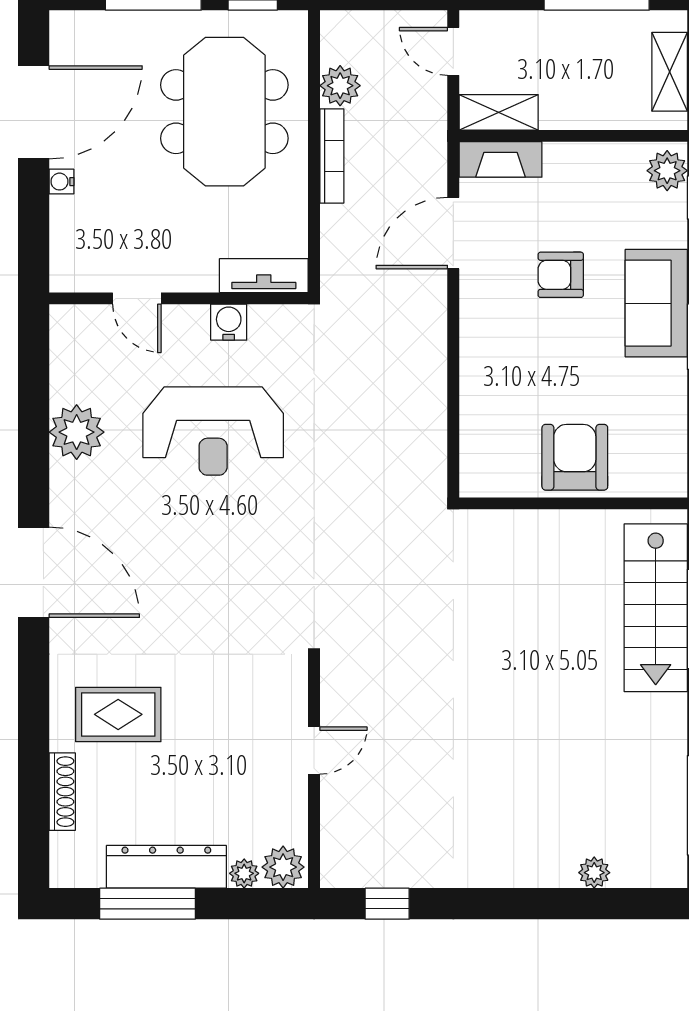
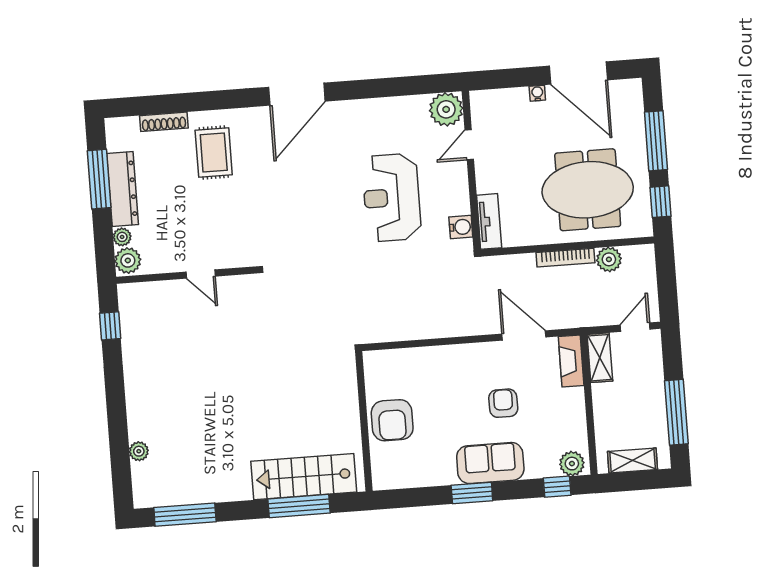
water cooler: (229, 322) -> (461, 227), moved
plant: (77, 432) -> (446, 109), moved
armchair: (575, 457) -> (392, 420), turned 90

